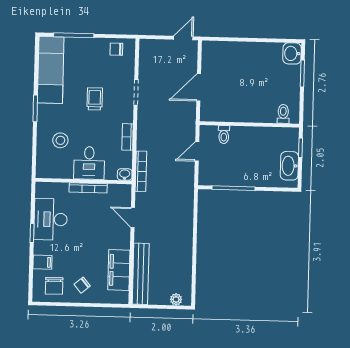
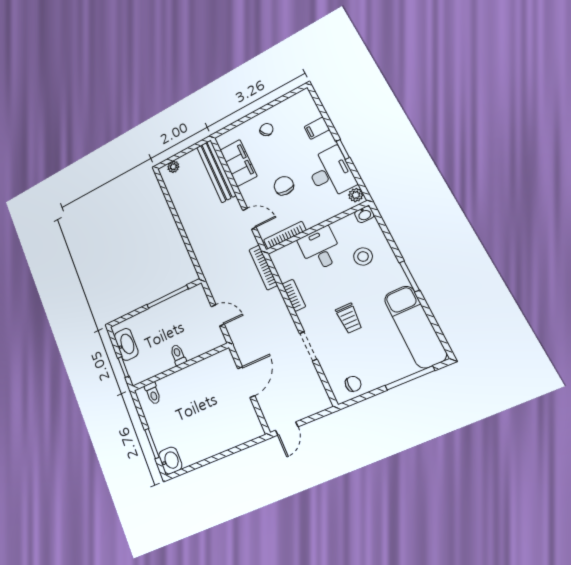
toilet: (224, 135) -> (178, 355), moved
door: (197, 151) -> (218, 315), hinge flipped
washbasin: (125, 174) -> (364, 214), moved
bookcase: (88, 188) -> (285, 235), moved
plant: (41, 191) -> (356, 195), added
chair: (54, 286) -> (284, 186), moved

